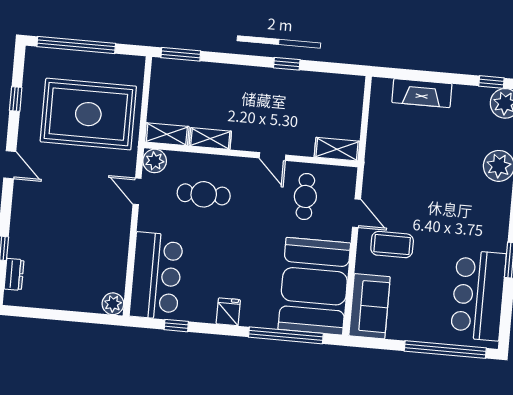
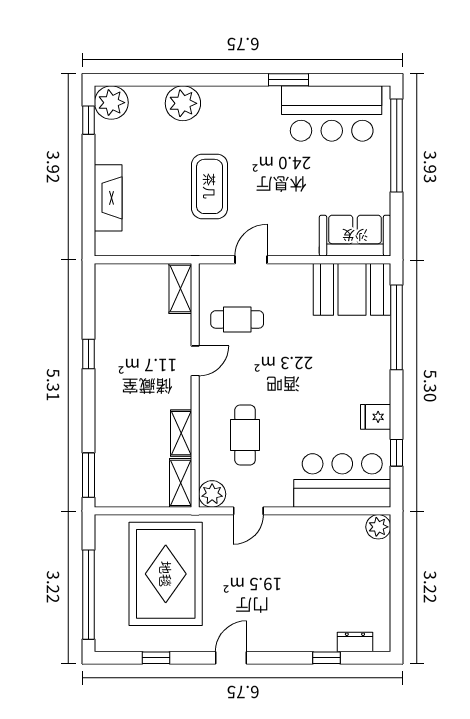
coffee table: (392, 245) -> (210, 186), moved, width x1.36, depth x1.32
booth: (314, 286) -> (352, 289), width x0.73, depth x0.70
fridge: (228, 312) -> (376, 417), moved

